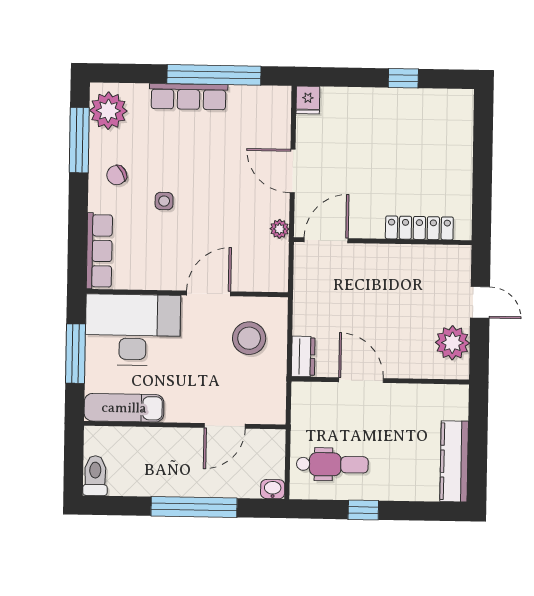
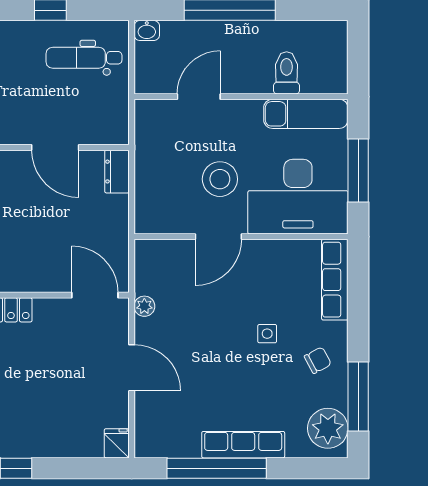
door: (326, 240) -> (95, 295), swing flipped
stool: (249, 338) -> (220, 179), moved
toilet: (95, 476) -> (287, 73), moved, turned 180

